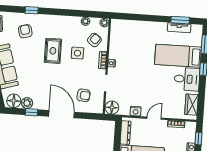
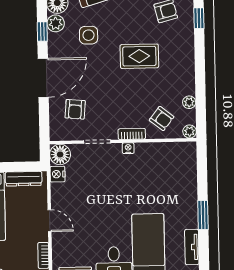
window: (180, 20) -> (203, 215), moved
side table: (77, 53) -> (89, 35), moved
nightstand: (136, 111) -> (58, 174), moved

